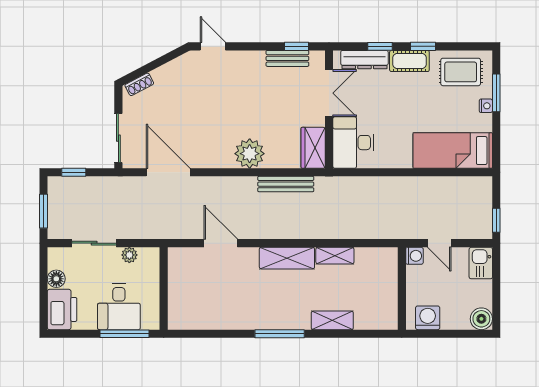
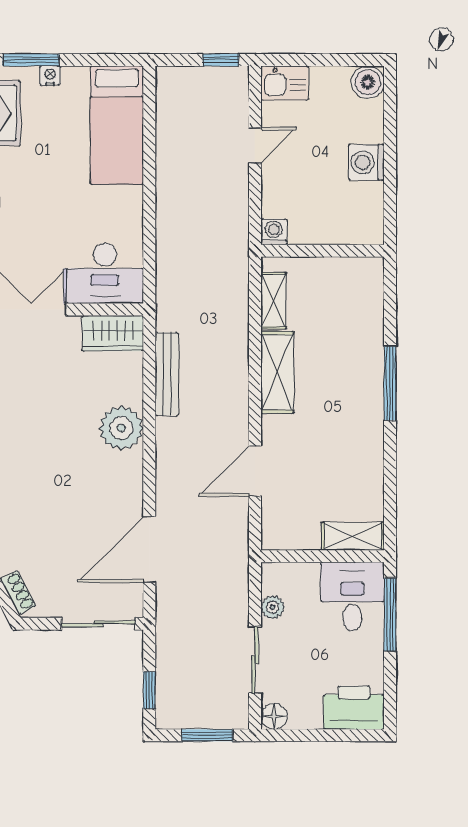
washing machine: (414, 256) -> (274, 232), moved
floor lamp: (56, 279) -> (274, 716), moved
wall: (402, 288) -> (323, 251), moved
desk: (119, 307) -> (352, 596), moved, turned -90
shelving: (332, 320) -> (353, 536), moved, turned 90

